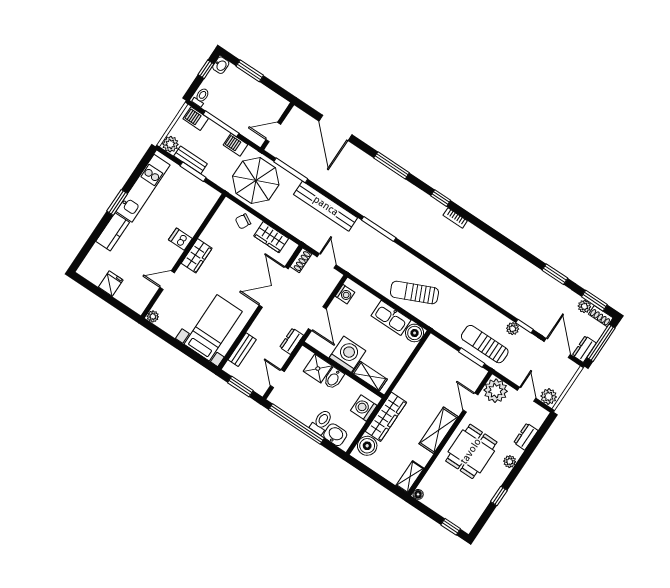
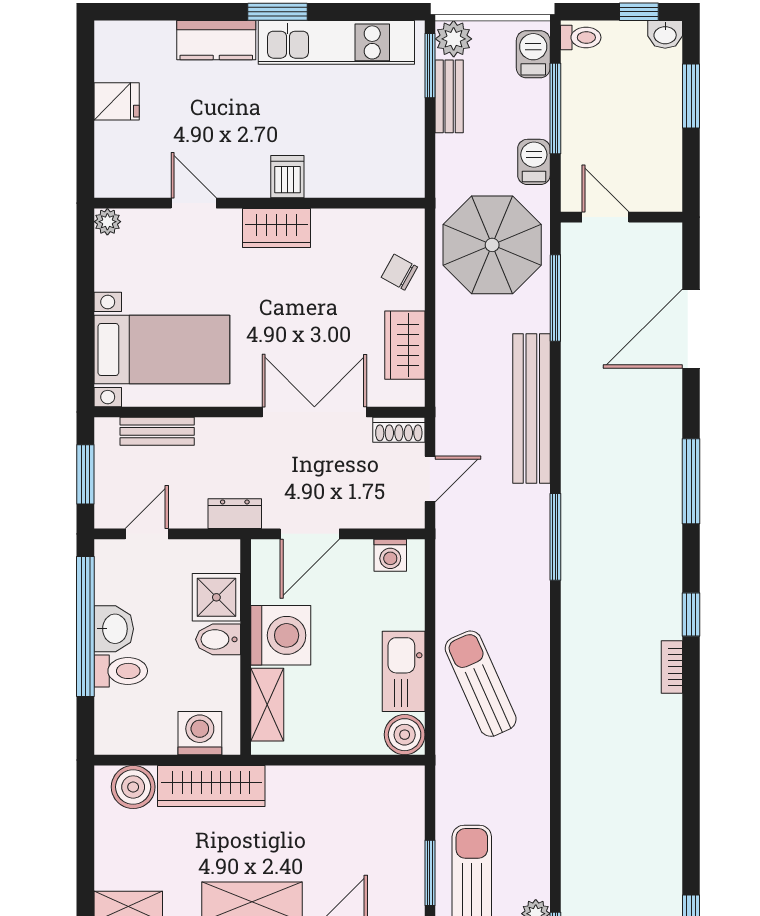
window: (193, 172) -> (430, 66), moved
washbasin: (335, 435) -> (114, 629), moved

